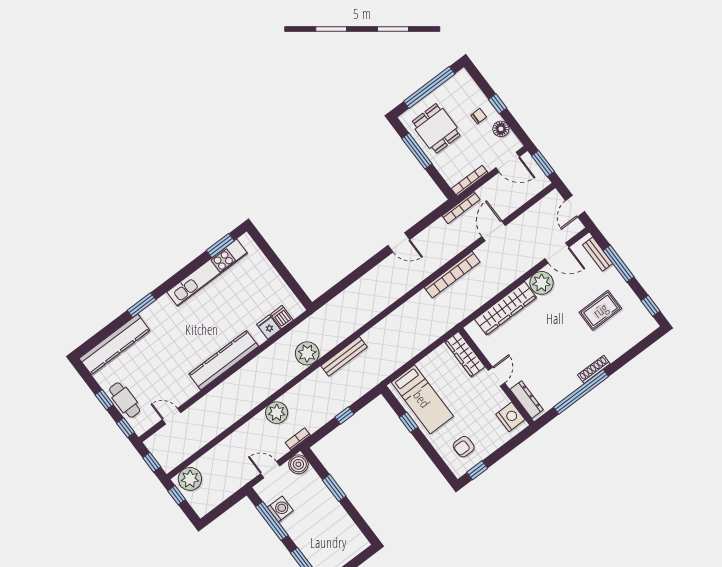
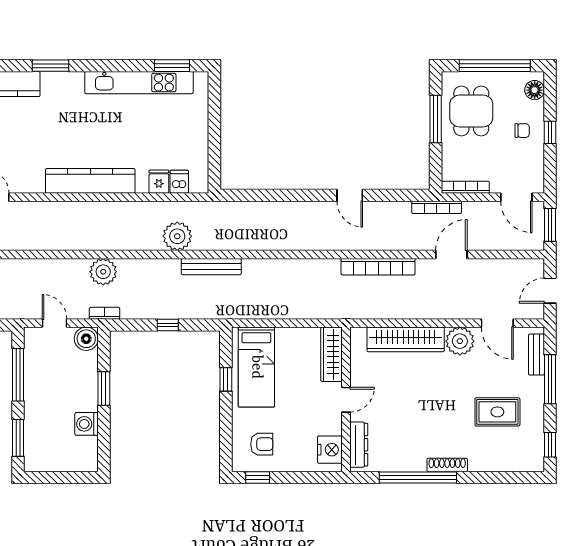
floor lamp: (501, 129) -> (535, 90), moved
armchair: (464, 447) -> (262, 444), turned 180
washing machine: (280, 509) -> (87, 424), moved, turned 180

